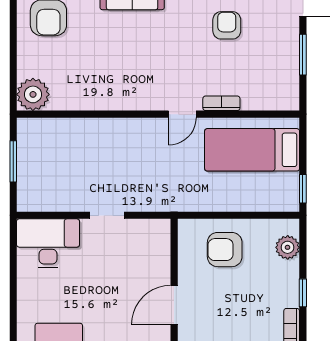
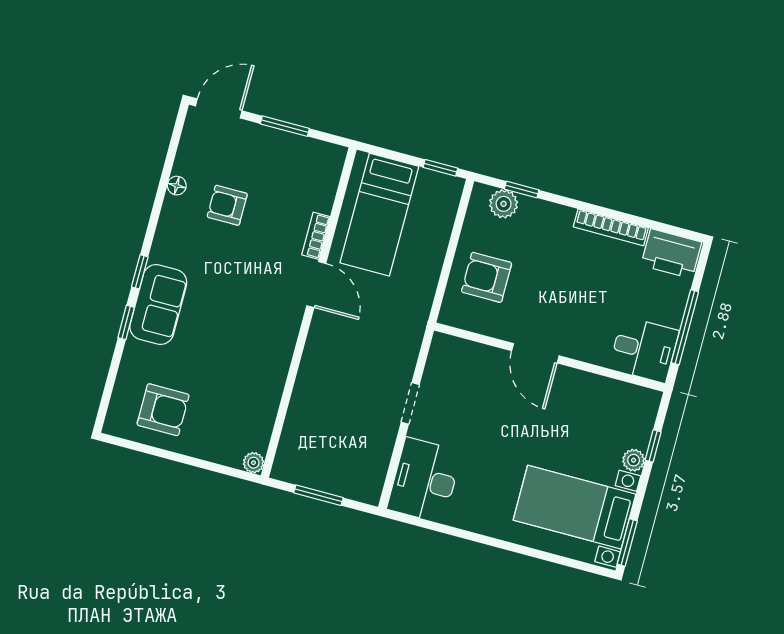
plant: (33, 94) -> (254, 463), width x0.53, depth x0.53
door: (182, 114) -> (316, 285), width x1.38
armchair: (225, 250) -> (487, 277), turned 90
window: (303, 293) -> (522, 190), moved

